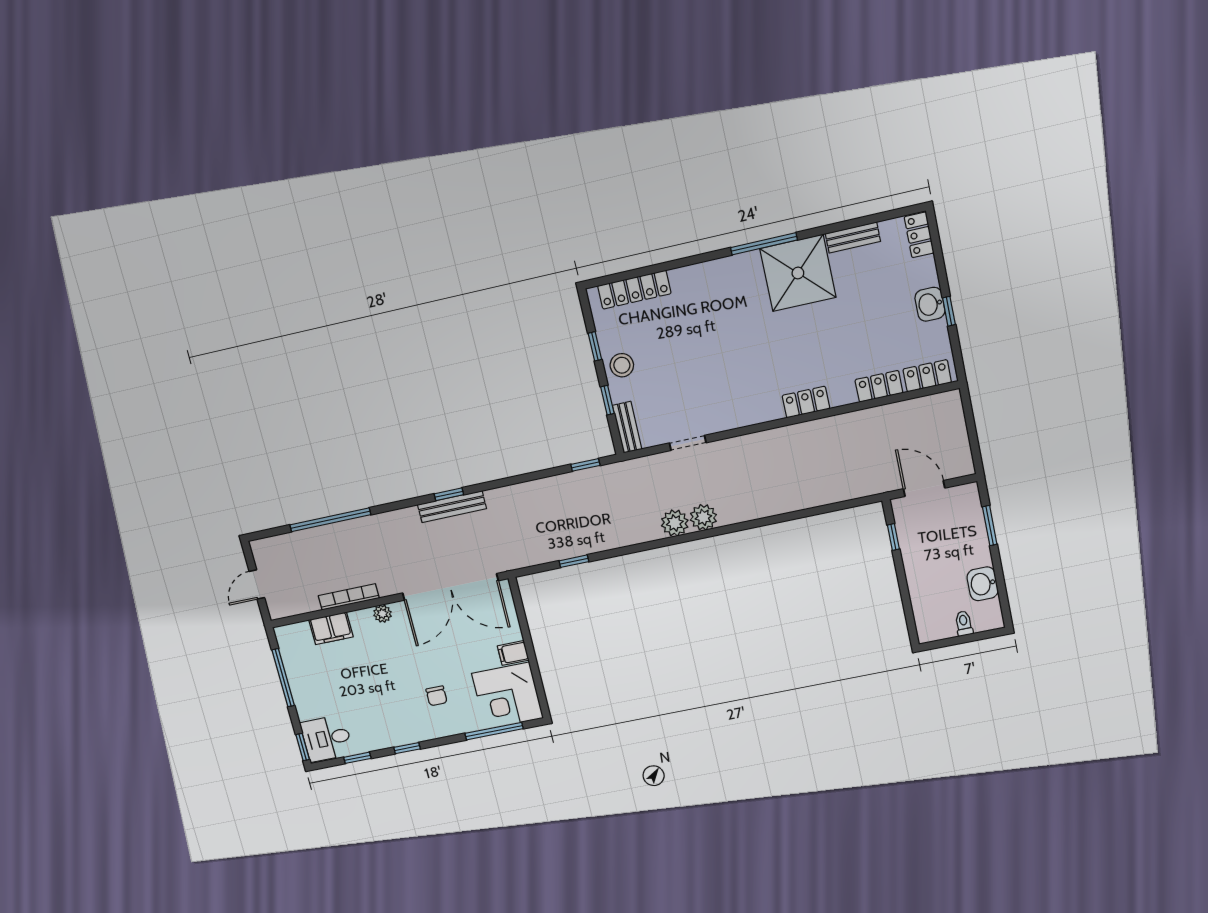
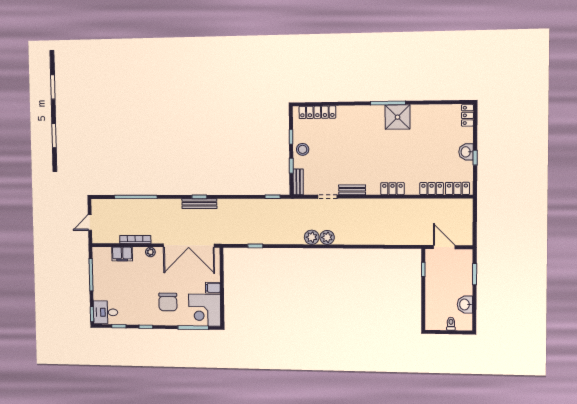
bench: (853, 237) -> (352, 190), moved
shower: (798, 273) -> (398, 117), width x0.73, depth x0.73
chair: (437, 696) -> (168, 302), width x1.87, depth x1.87

